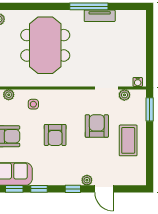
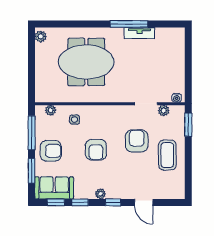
meeting table: (45, 45) -> (86, 62), turned 90
plant: (87, 180) -> (100, 194), moved

